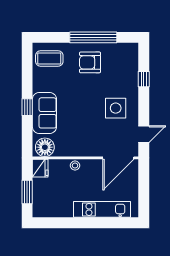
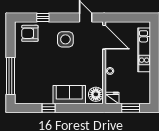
window: (93, 37) -> (10, 76), moved
coffee table: (49, 58) -> (27, 91), removed
armchair: (90, 62) -> (30, 33), moved, turned 90
window: (27, 107) -> (49, 108), moved

